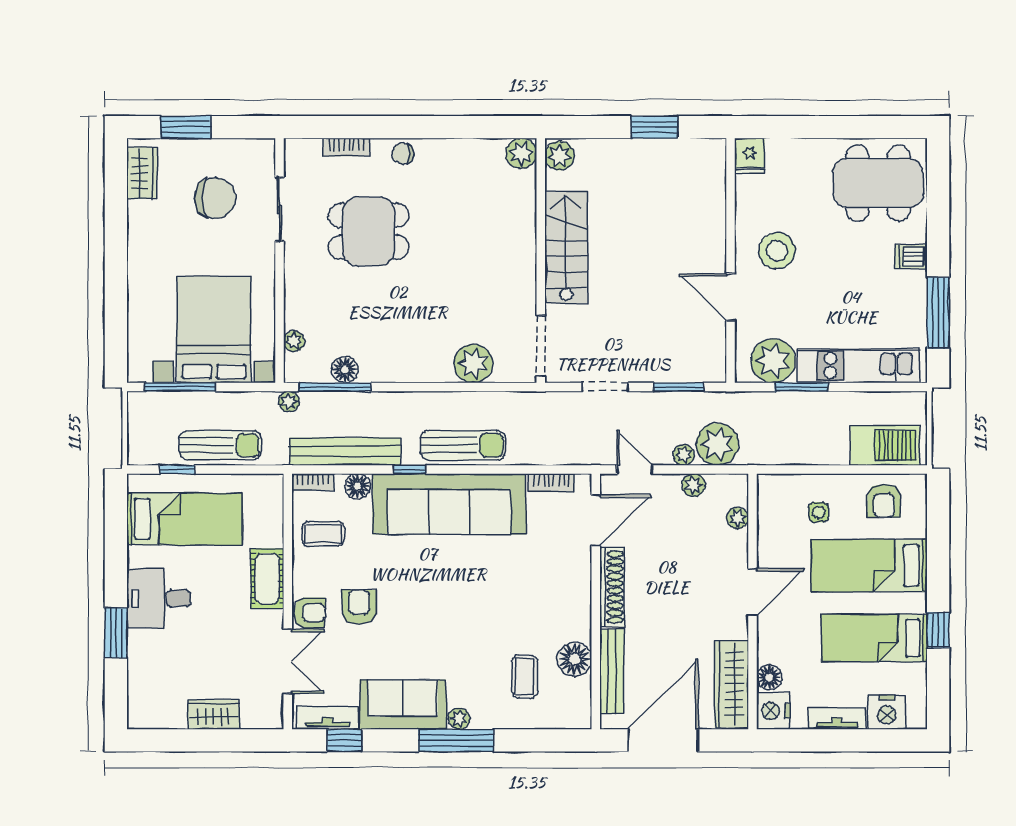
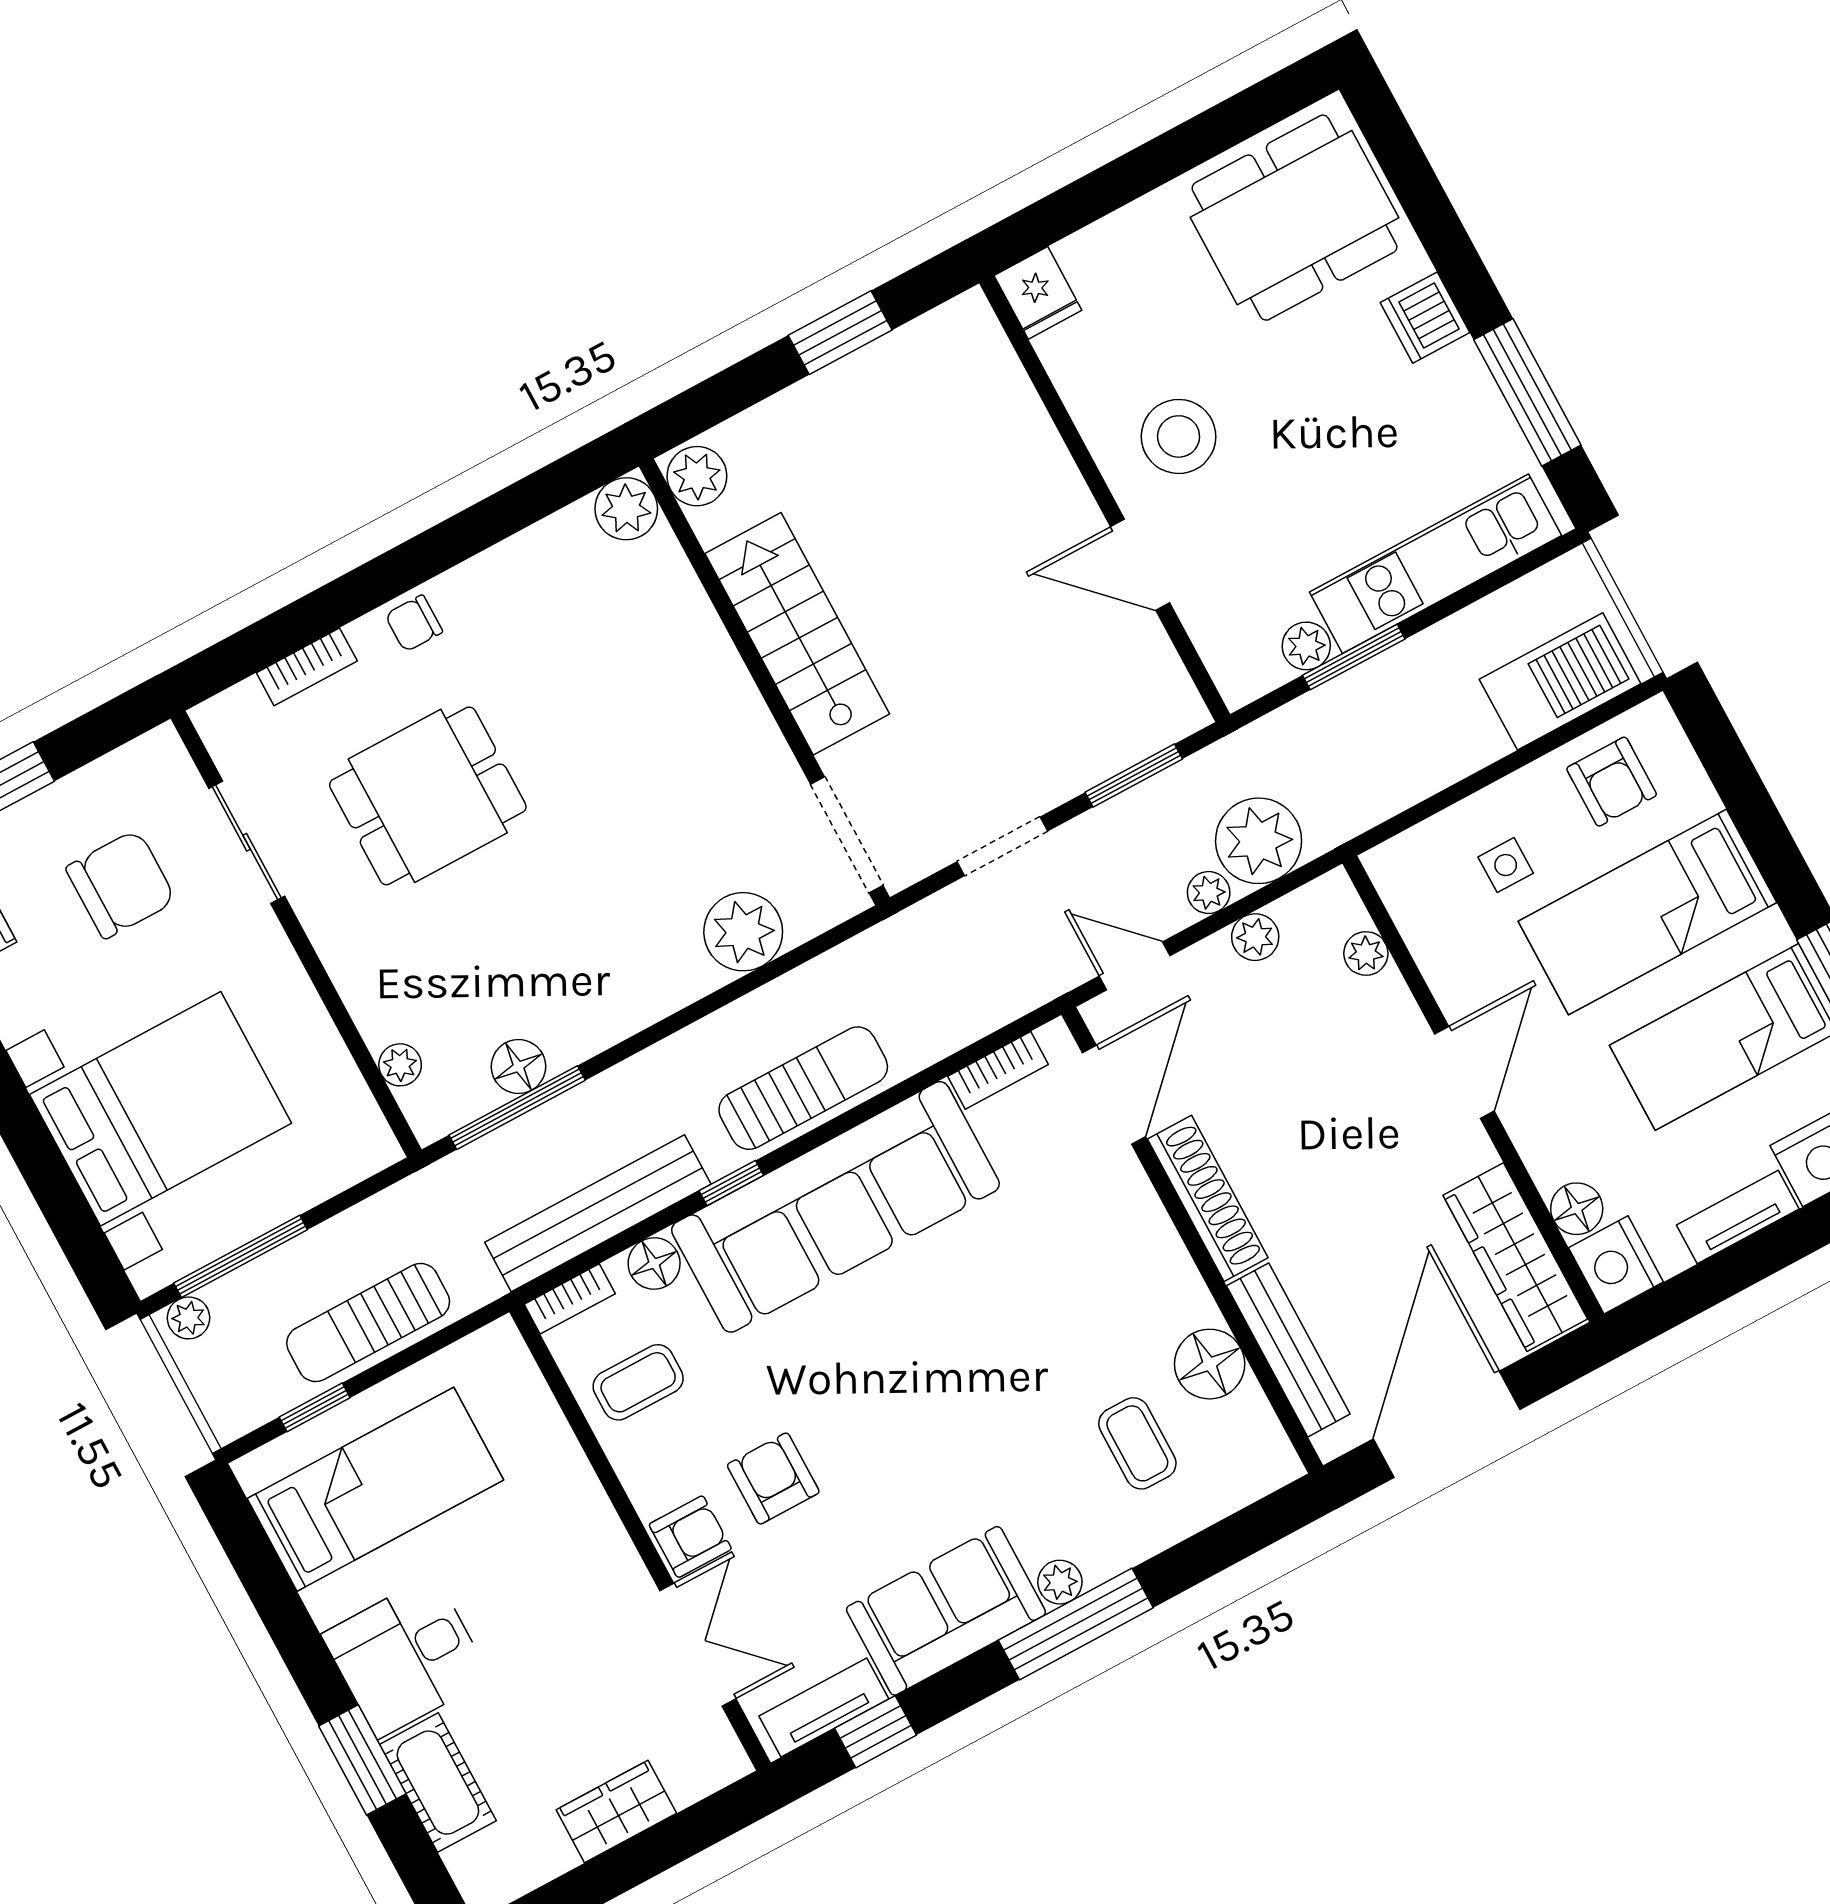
dishwasher: (911, 257) -> (1425, 318), width x1.38
bed with nightstands: (214, 329) -> (161, 1109), moved, turned 90
plant: (773, 361) -> (1306, 646), width x0.53, depth x0.53
plant: (289, 401) -> (189, 1318), moved
sun lounger: (220, 445) -> (368, 1323), turned 180
cot: (267, 579) -> (438, 1783), moved

